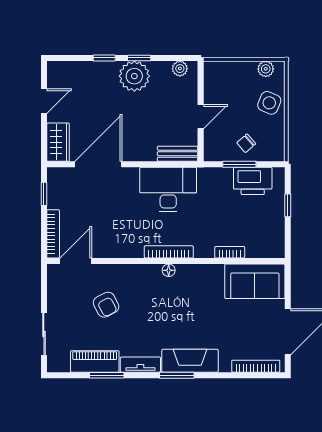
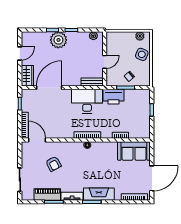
plant: (134, 76) -> (58, 40), moved
printer: (253, 181) -> (114, 97), moved
door: (76, 261) -> (37, 140), hinge flipped

